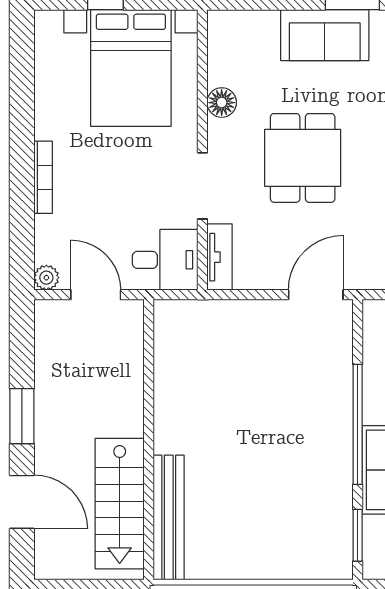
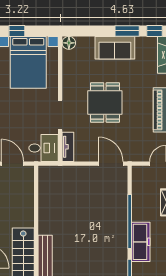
floor lamp: (222, 103) -> (69, 43), moved
door: (316, 295) -> (111, 164), hinge flipped

